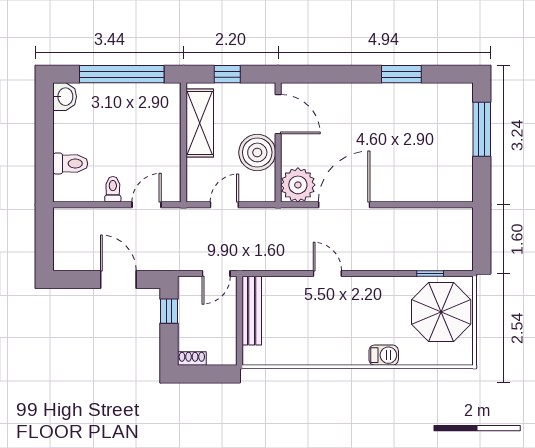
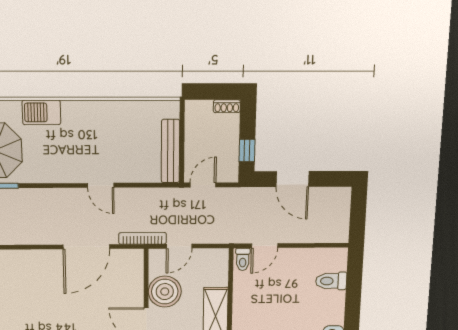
plant: (298, 185) -> (128, 264), removed
toilet: (113, 189) -> (243, 259), moved
door: (224, 205) -> (179, 246), moved
bookcase: (282, 214) -> (143, 238), added
barbecue: (384, 355) -> (41, 112), width x1.38, depth x1.27

